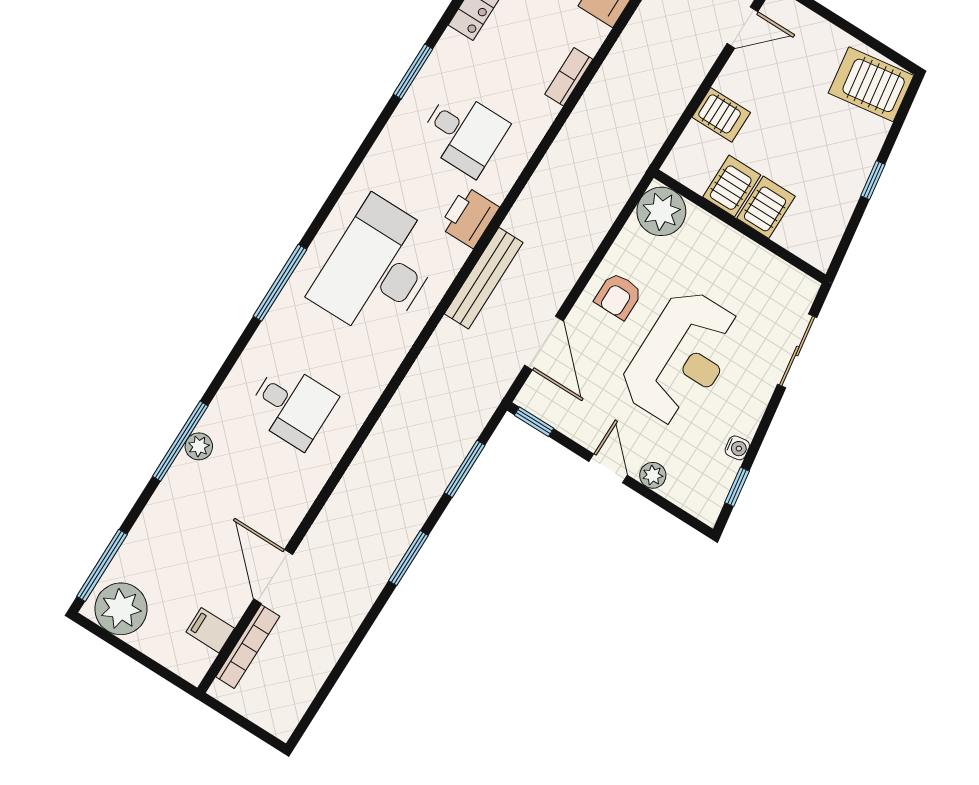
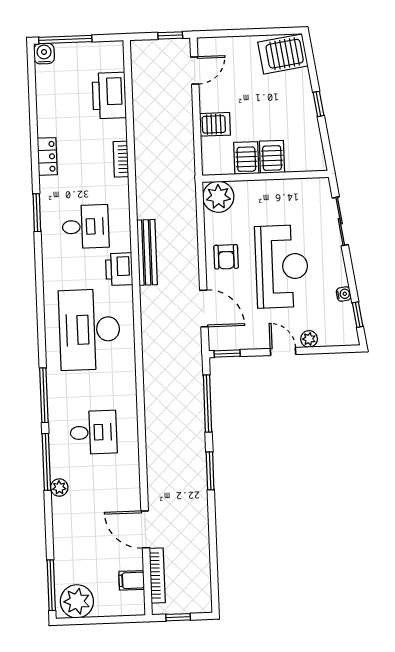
bench: (484, 278) -> (147, 252), moved
window: (280, 283) -> (44, 395), moved
window: (180, 441) -> (46, 462), moved
window: (465, 469) -> (208, 403), width x1.44
window: (238, 719) -> (178, 617), added

